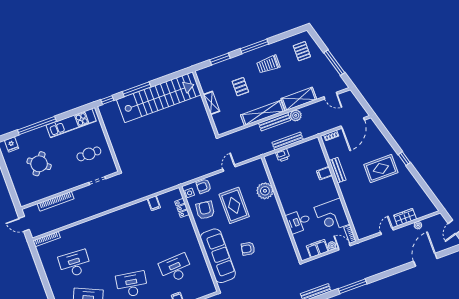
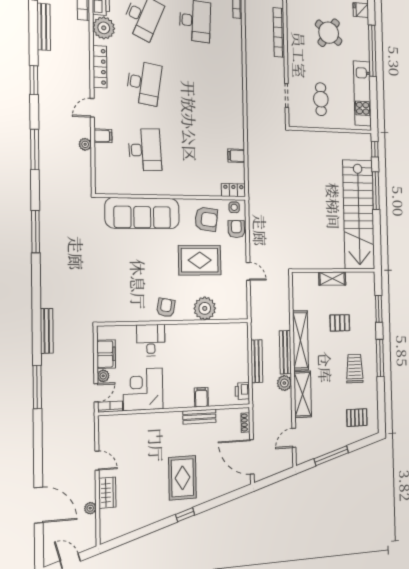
printer: (283, 155) -> (242, 391), moved
locker: (182, 208) -> (233, 190), moved
armchair: (248, 249) -> (166, 308), moved

